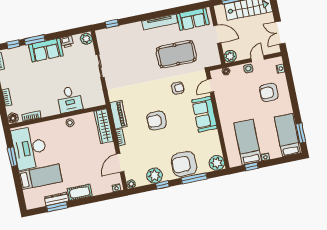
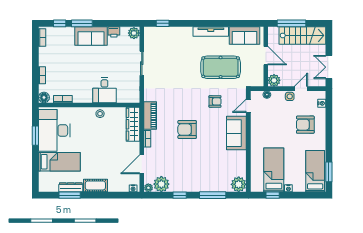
armchair: (184, 164) -> (206, 179), removed
plant: (155, 176) -> (161, 184), moved

